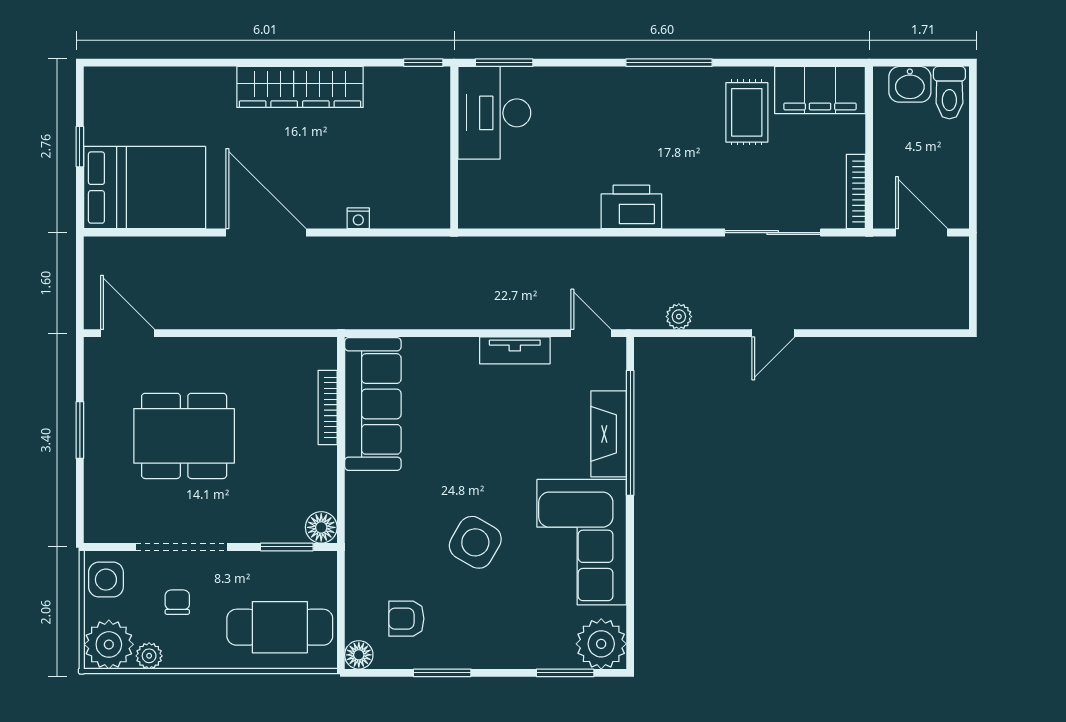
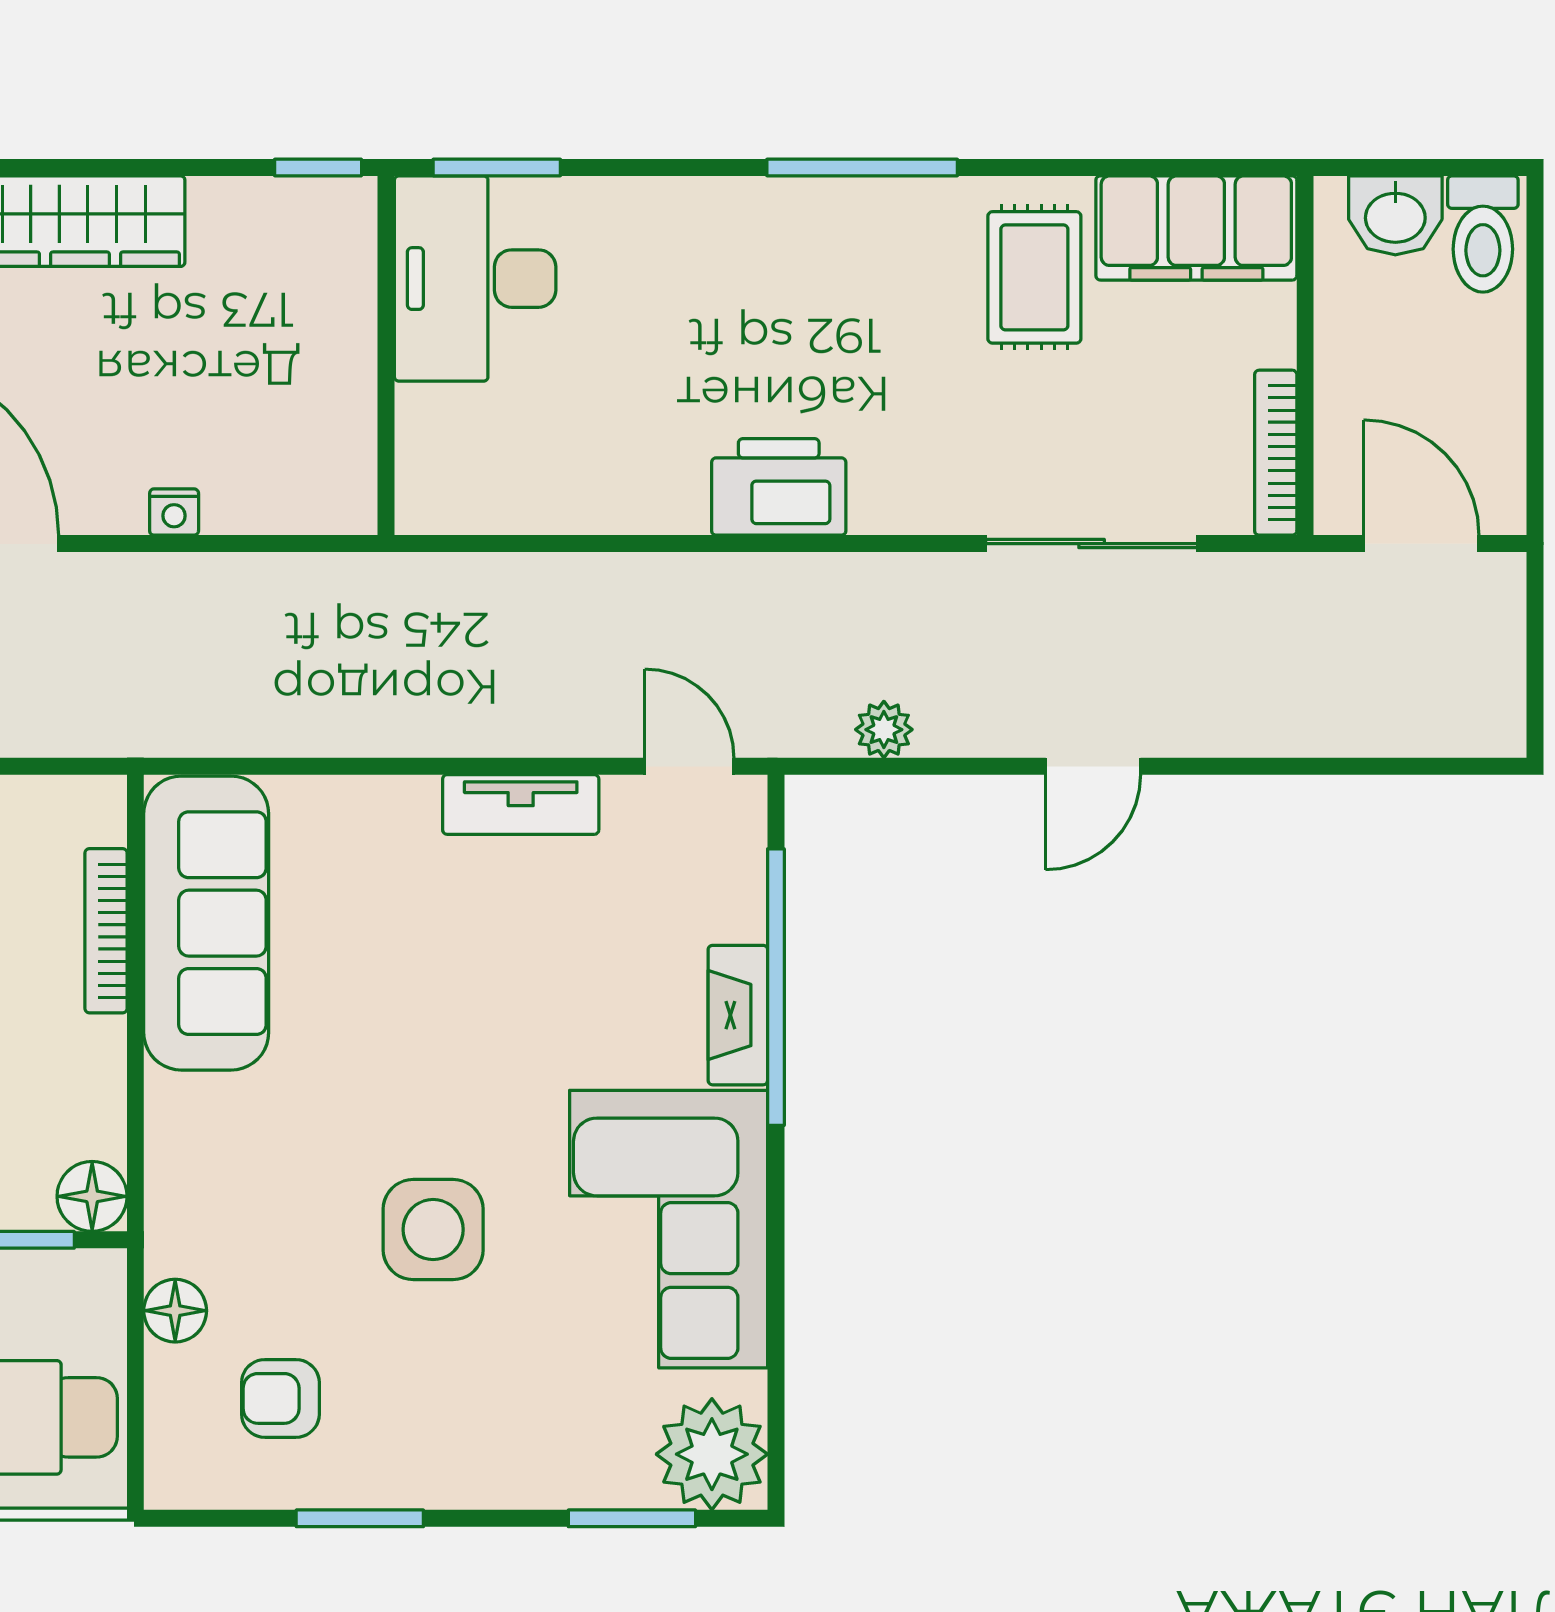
fireplace: (609, 434) -> (738, 1015), width x0.73, depth x0.76
side table: (475, 542) -> (433, 1230), turned -30
floor lamp: (359, 655) -> (175, 1311), moved

